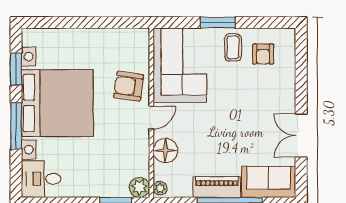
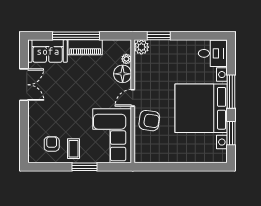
plant: (160, 188) -> (126, 59), moved

